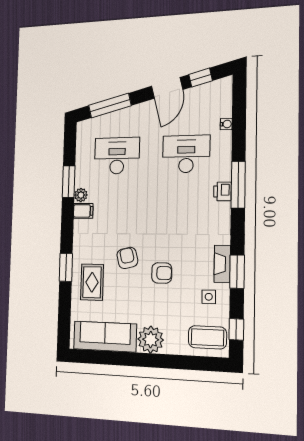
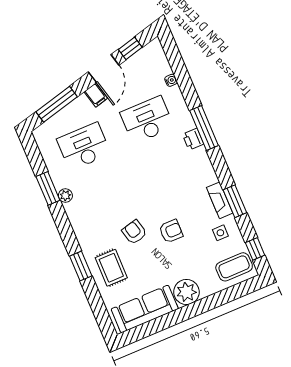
filing cabinet: (83, 211) -> (96, 95), moved, turned 76

